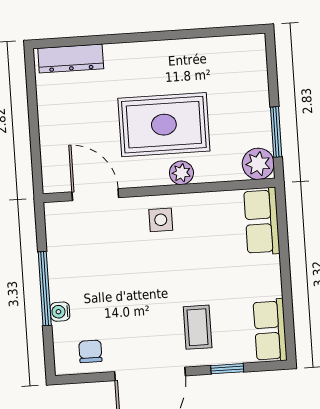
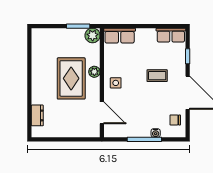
dresser: (71, 59) -> (37, 115), width x0.70
door: (95, 195) -> (102, 113), swing flipped
coffee table: (198, 327) -> (157, 76), moved

